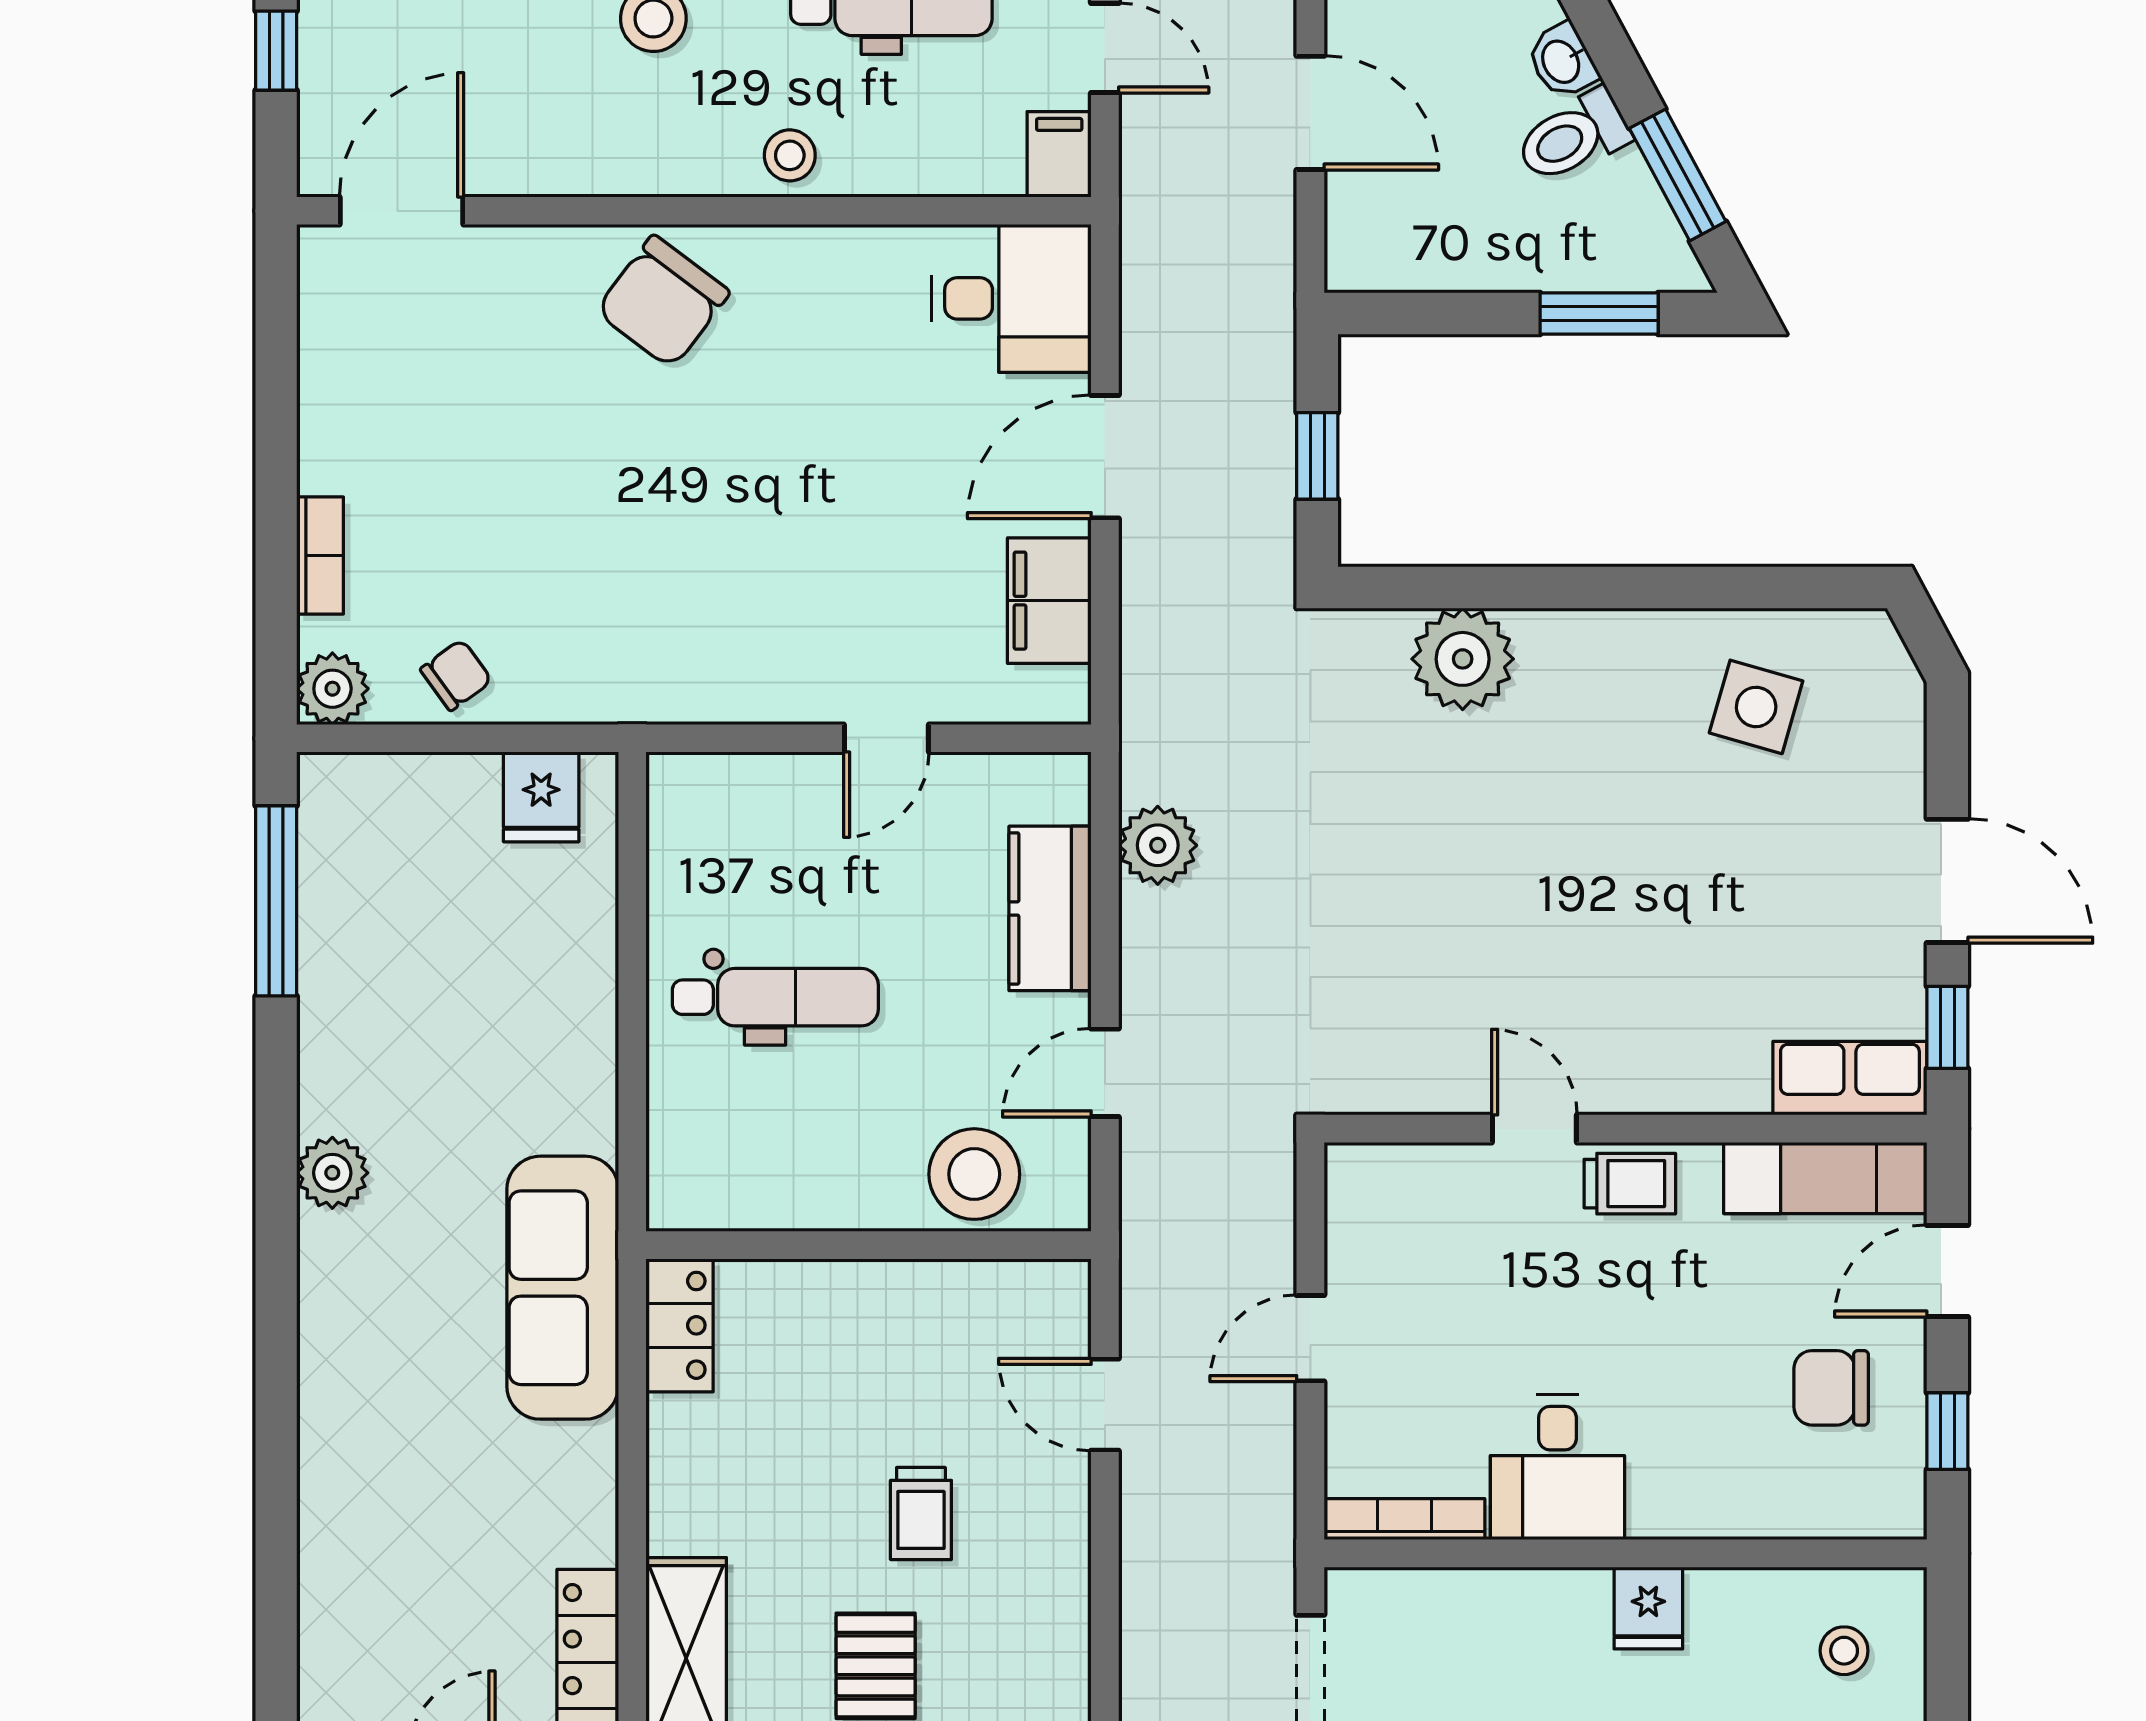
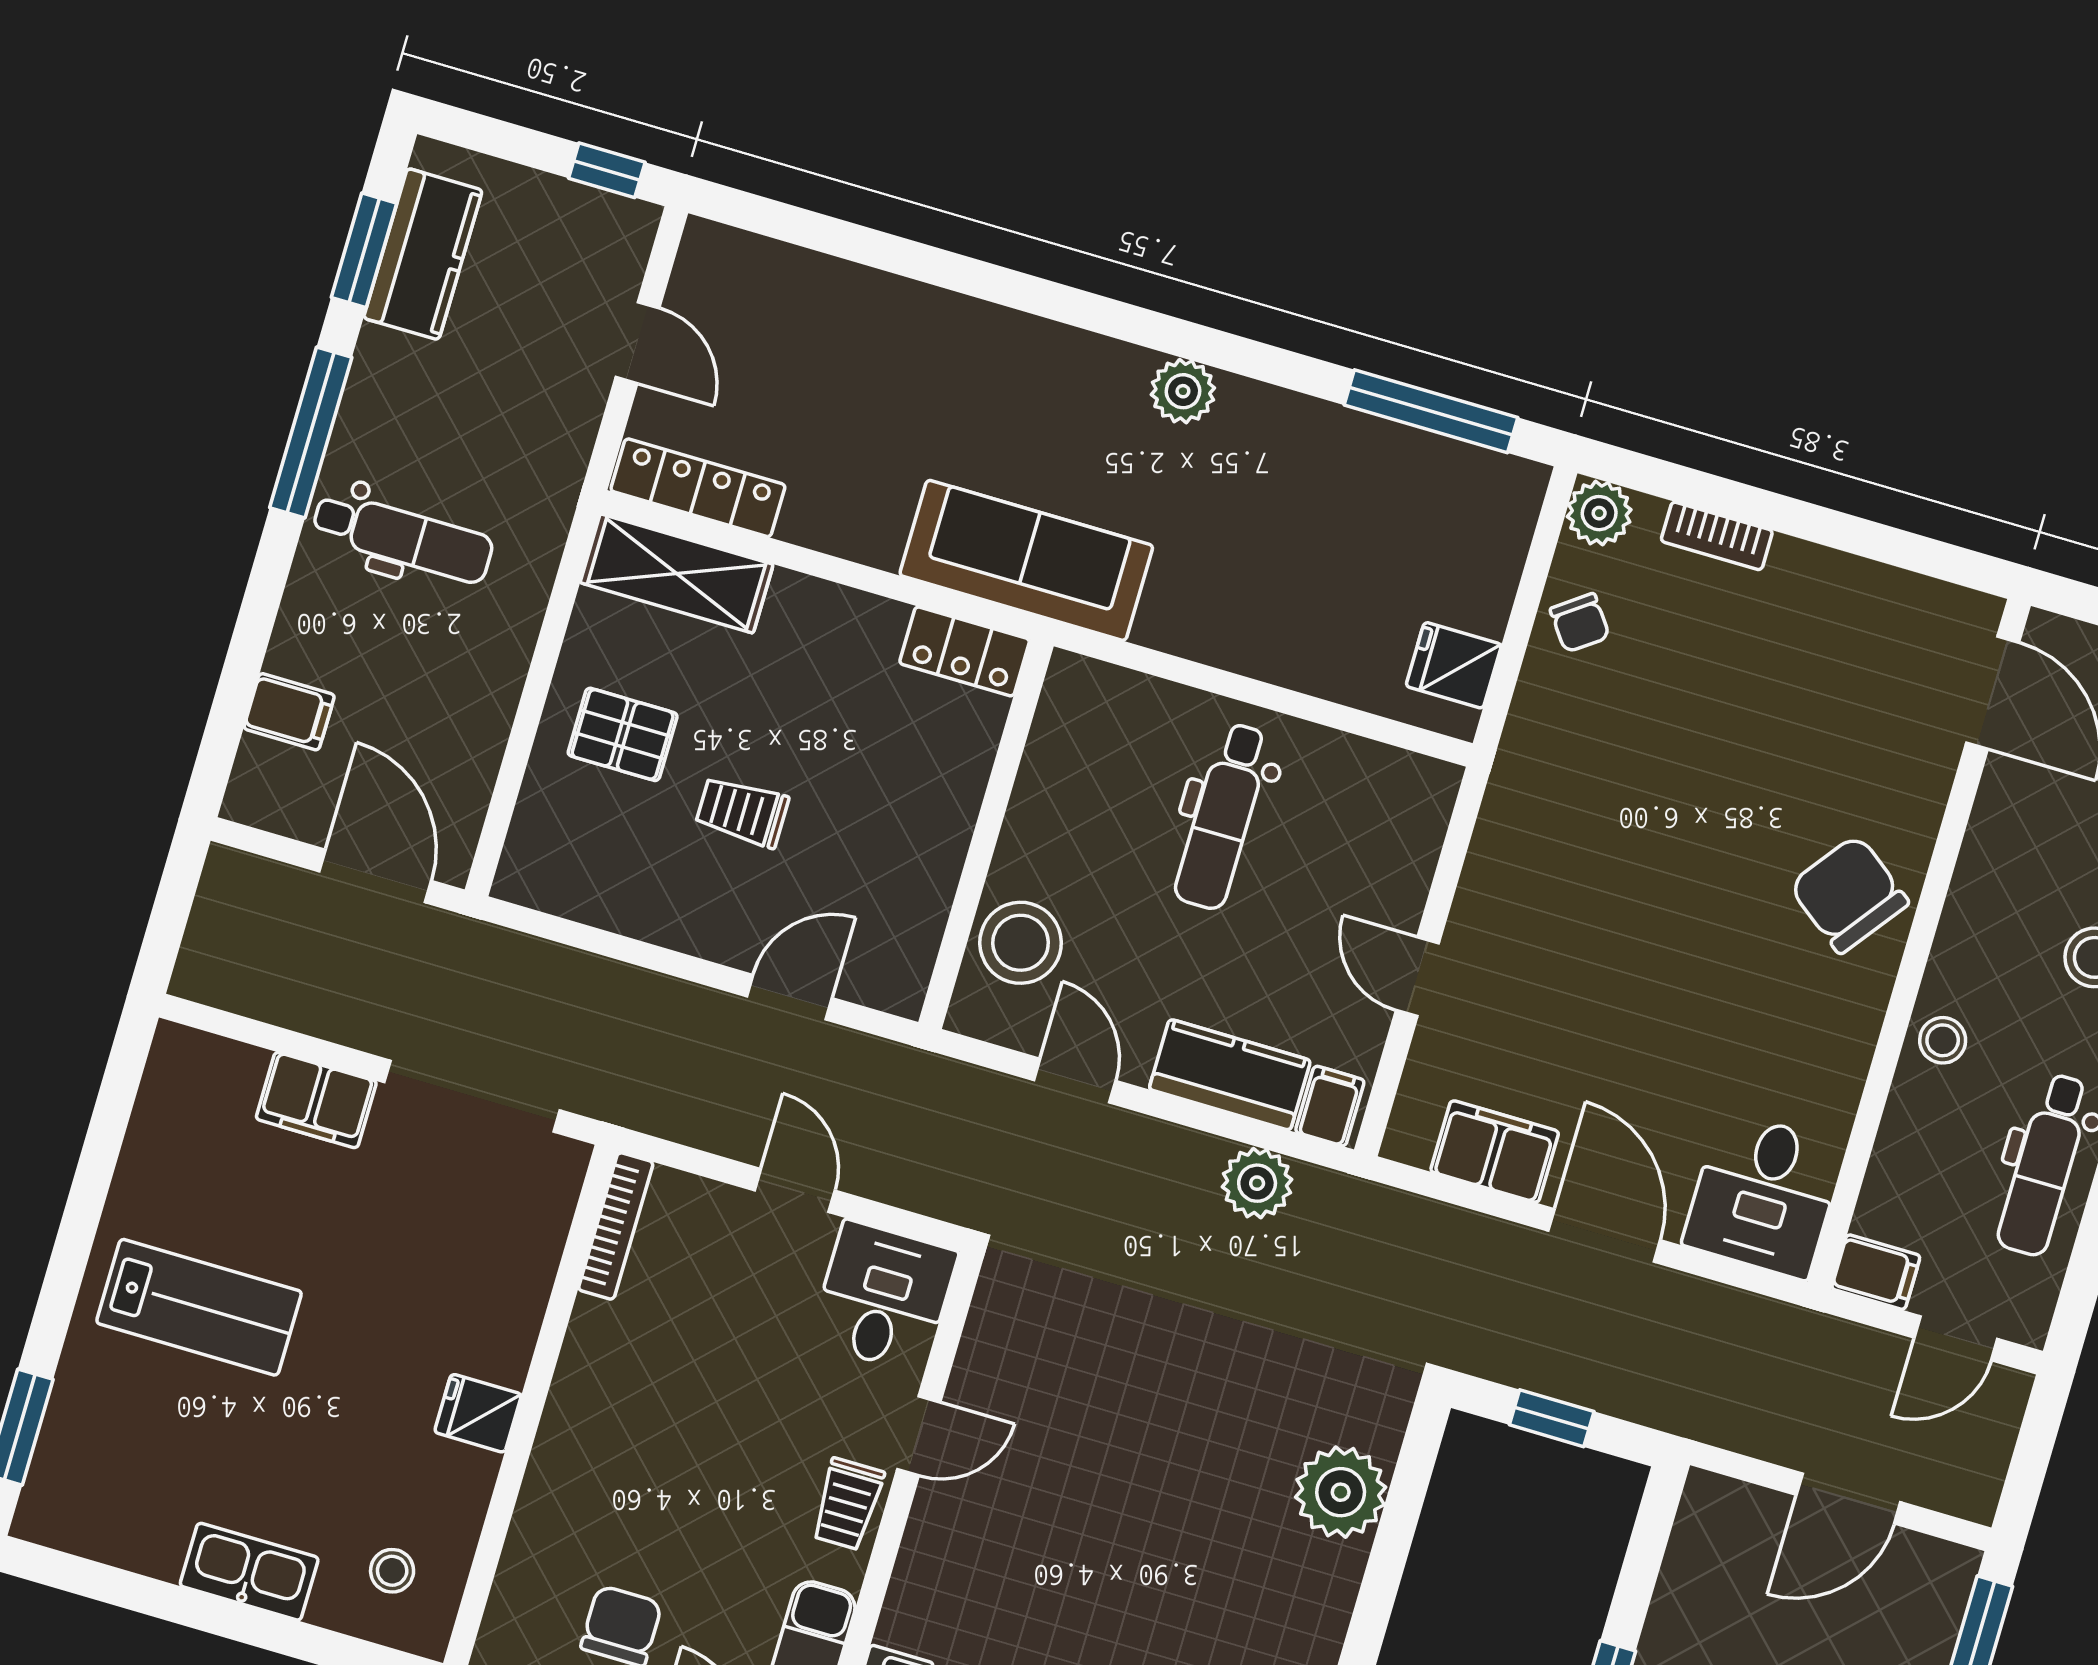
filing cabinet: (1052, 791) -> (1330, 1106), added
desk: (1557, 1467) -> (884, 1297), moved, turned 90

